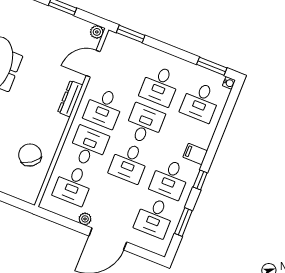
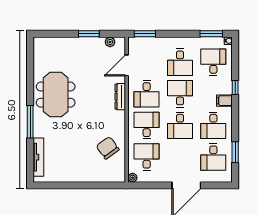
plant: (97, 32) -> (110, 42), moved
desk: (200, 102) -> (213, 62), turned 180
window: (200, 180) -> (235, 87), moved
desk: (73, 185) -> (147, 157), turned 180
plant: (85, 219) -> (133, 178), moved

